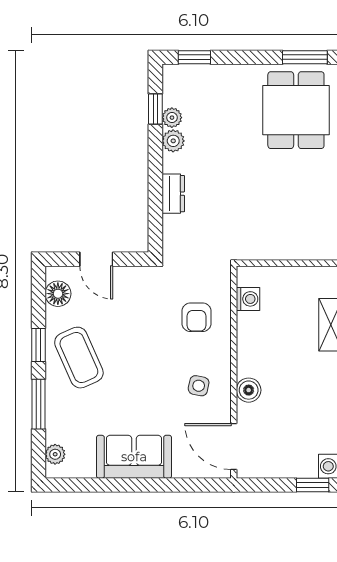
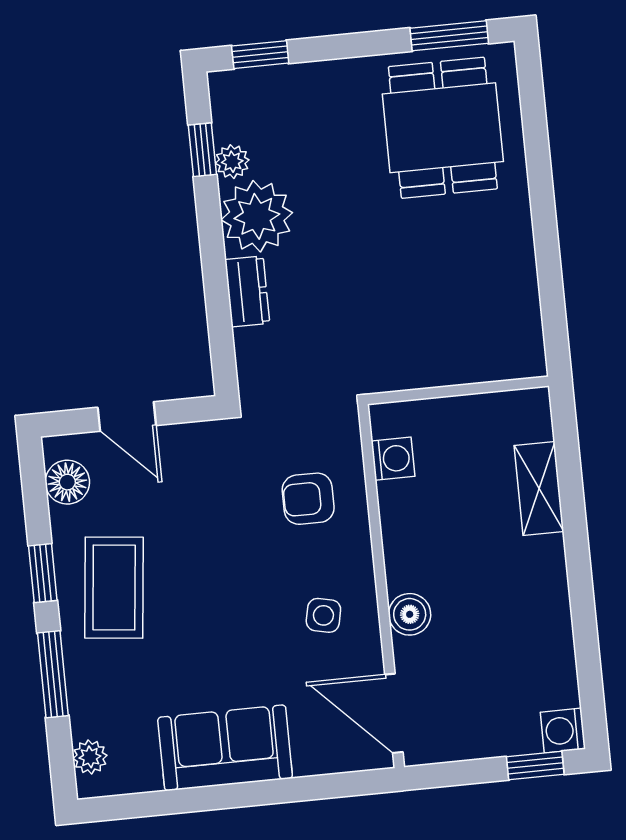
plant: (173, 141) -> (257, 216), width x1.87, depth x1.87
armchair: (196, 317) -> (308, 499), turned 90
coffee table: (79, 358) -> (114, 588), turned 30

